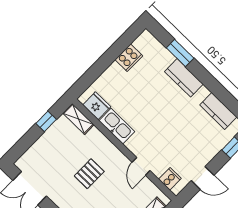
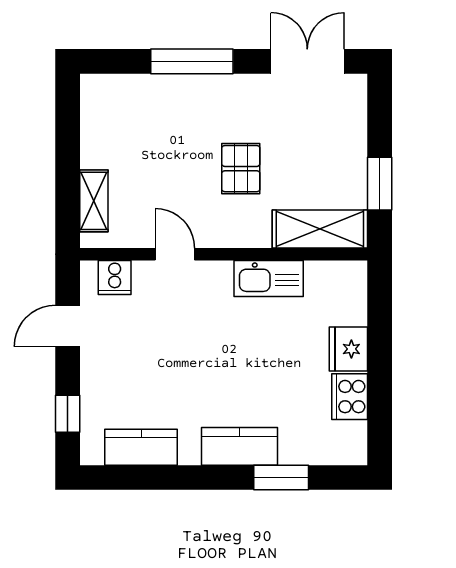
fridge: (97, 106) -> (348, 349), moved, turned 90
shelving: (78, 119) -> (320, 229), width x1.50, depth x1.33
window: (46, 121) -> (380, 184), width x1.50

